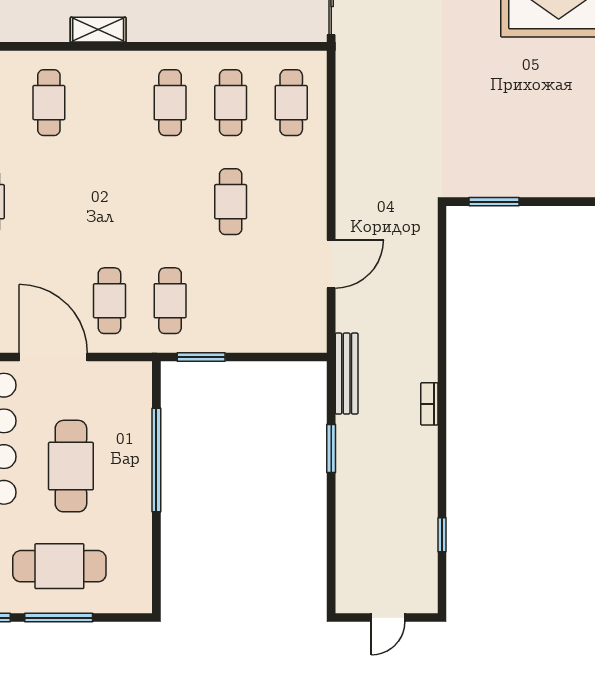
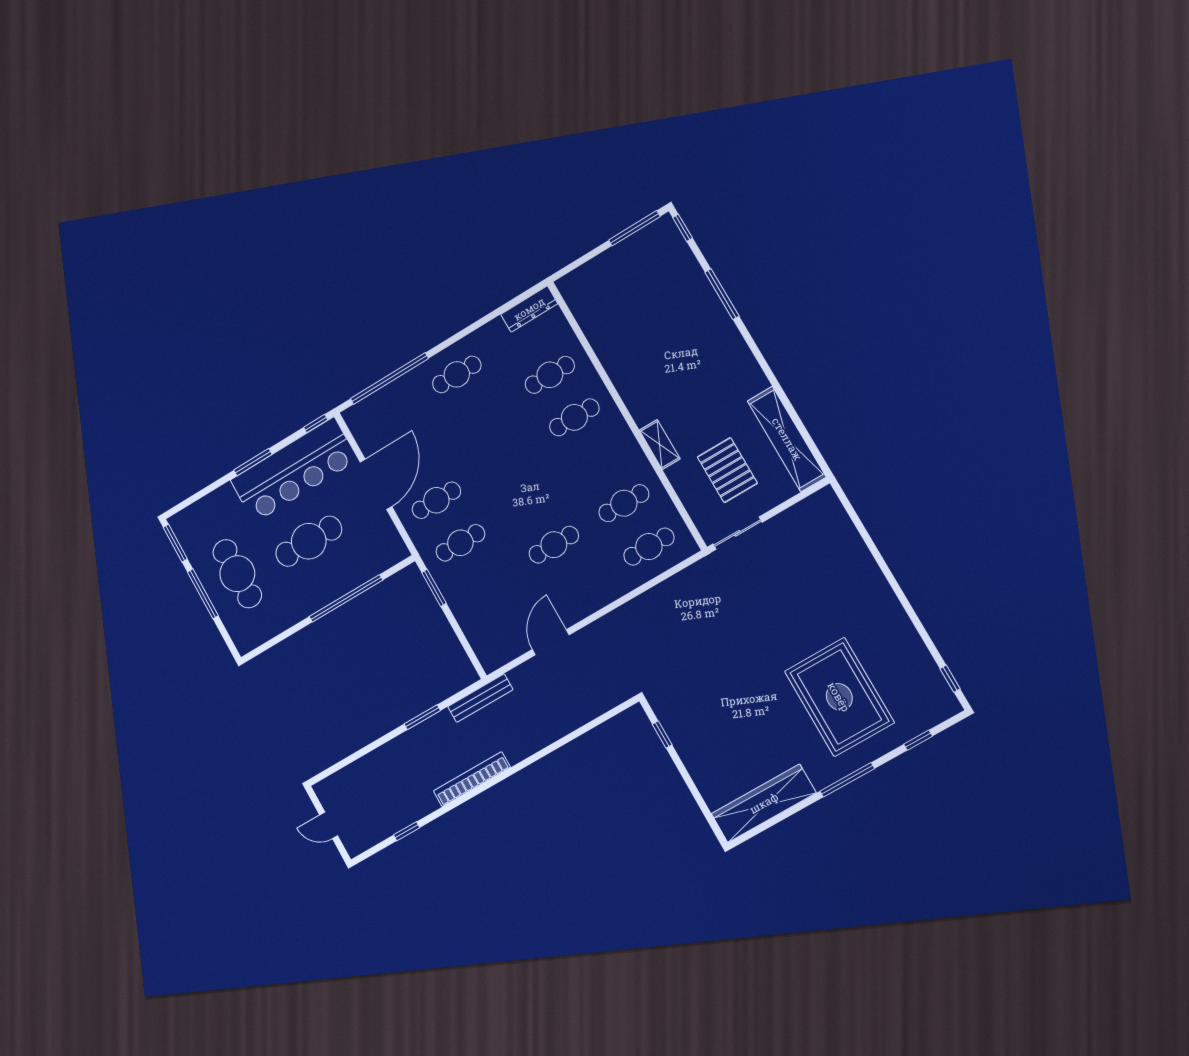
shelving: (98, 30) -> (660, 445), moved
cafe table: (170, 103) -> (574, 417), moved
window: (494, 202) -> (662, 735), width x0.67
door: (331, 264) -> (551, 642), swing flipped
bookcase: (429, 404) -> (472, 779), width x2.31, depth x1.31

